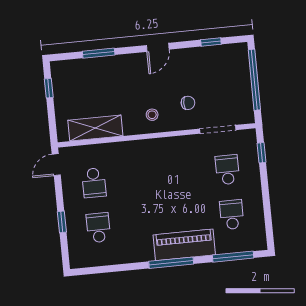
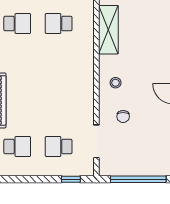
school desk: (227, 170) -> (59, 146), turned 180

